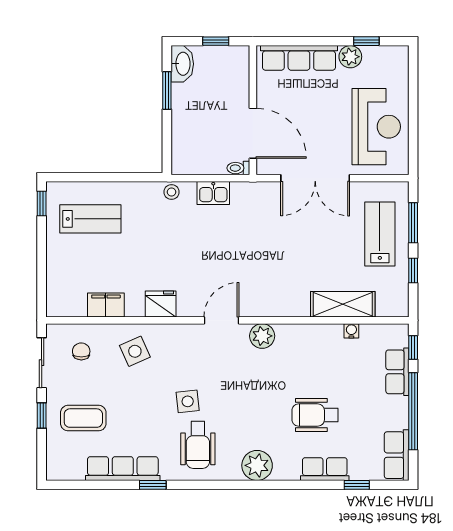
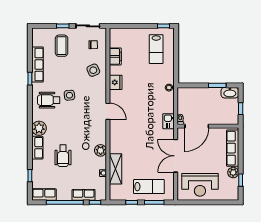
kitchen sink: (213, 193) -> (168, 121), moved
plant: (262, 336) -> (101, 150), moved
wheelchair: (315, 415) -> (63, 156), turned 180
row of seats: (325, 469) -> (37, 148), moved

